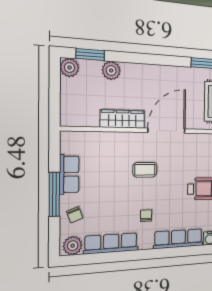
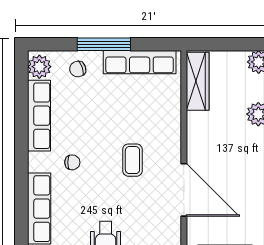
wardrobe: (122, 119) -> (198, 81), moved
row of seats: (69, 174) -> (140, 62), width x1.48

